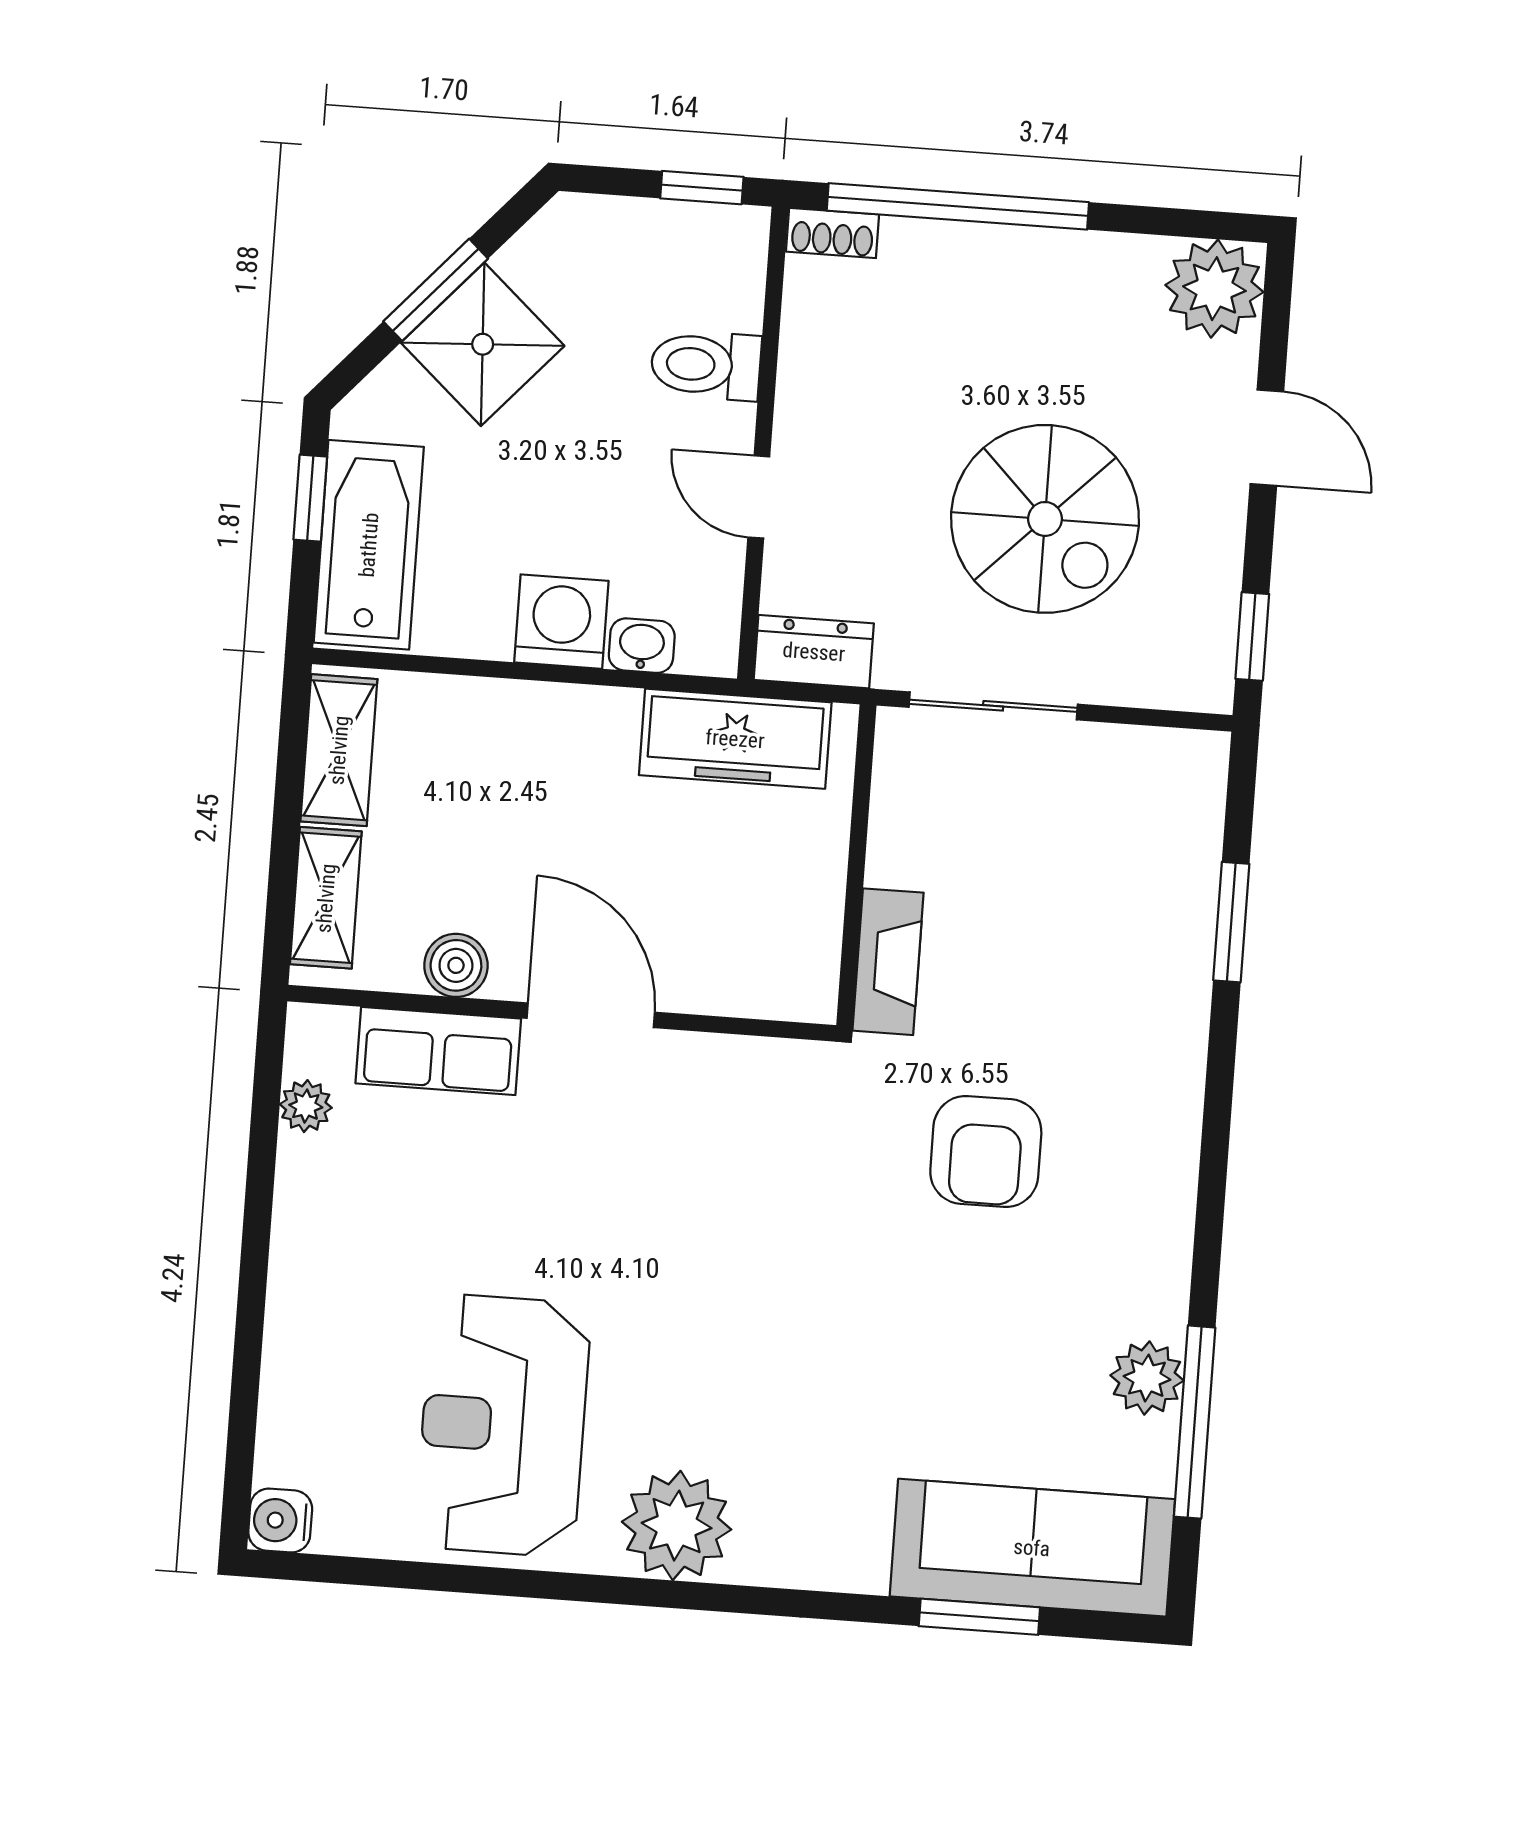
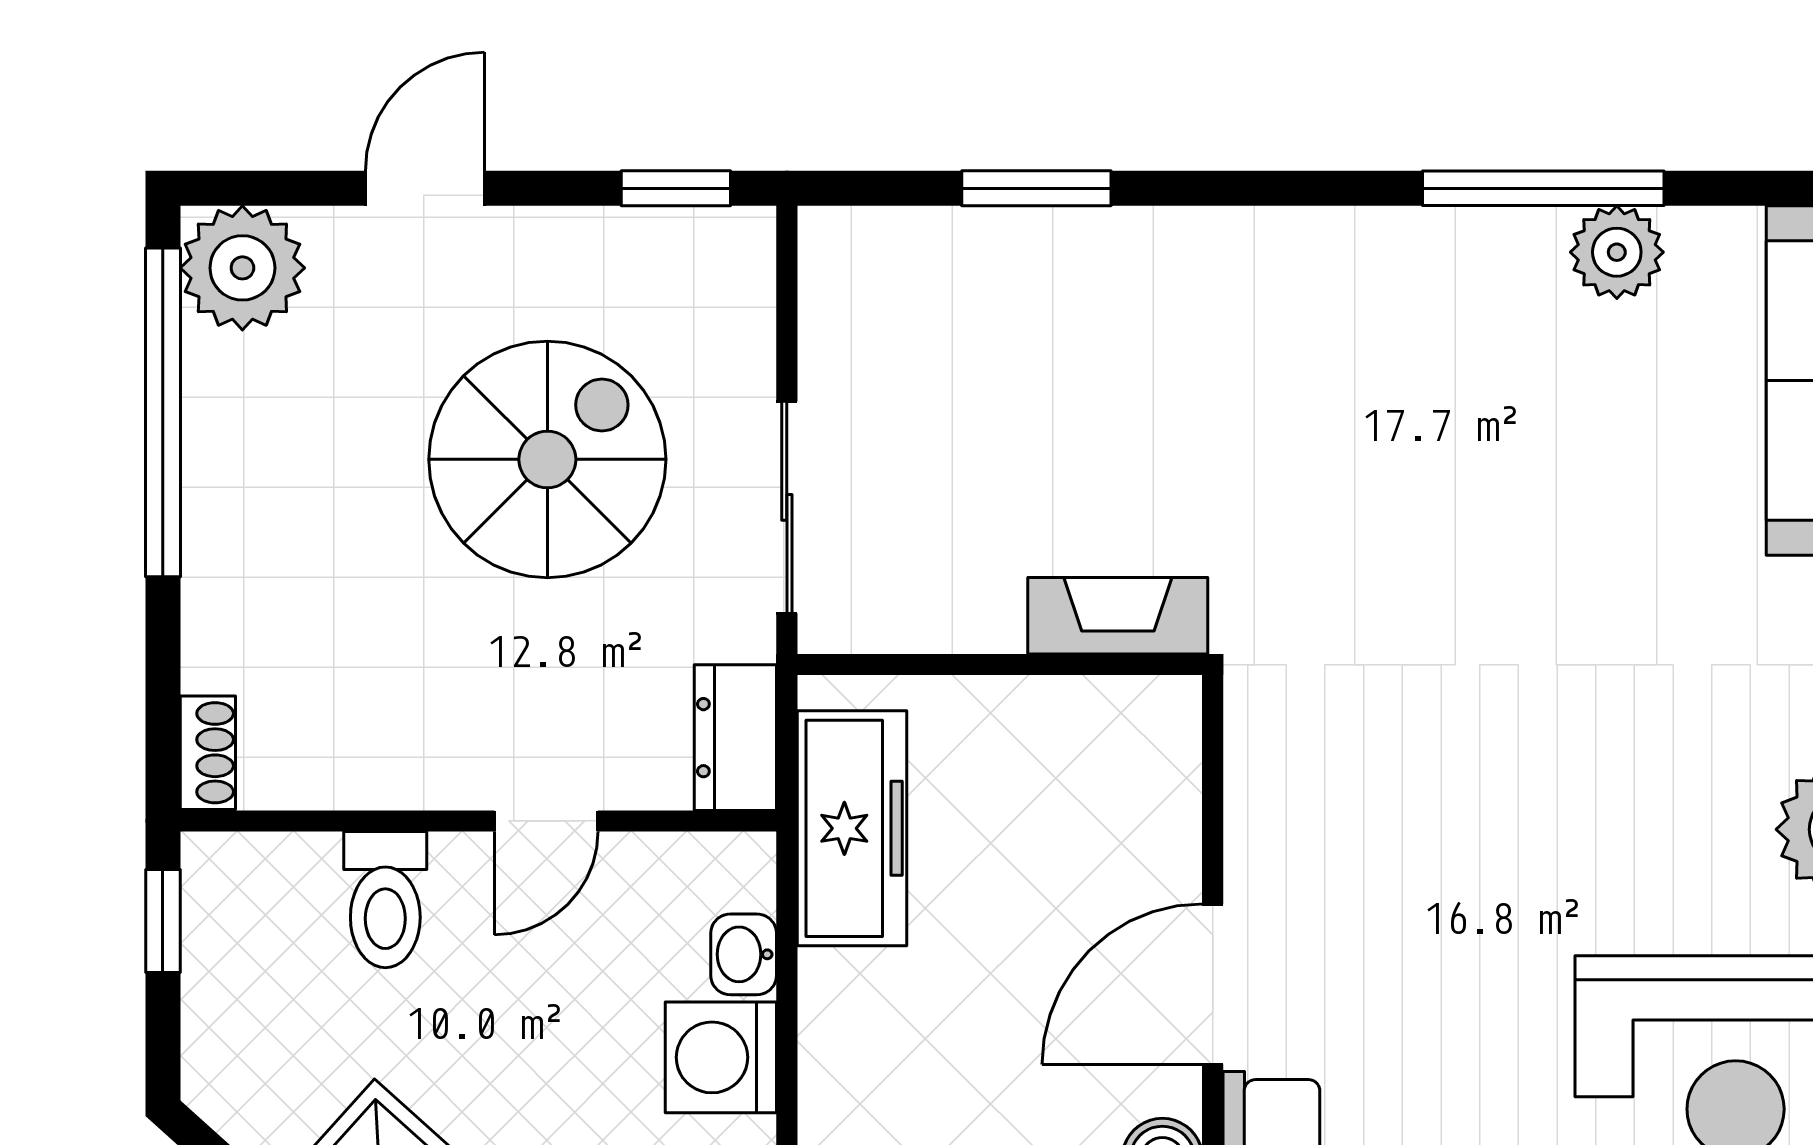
window: (958, 206) -> (163, 412), moved
armchair: (986, 1152) -> (1347, 476), removed
window: (1195, 1422) -> (1543, 188), moved

